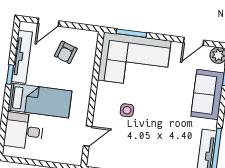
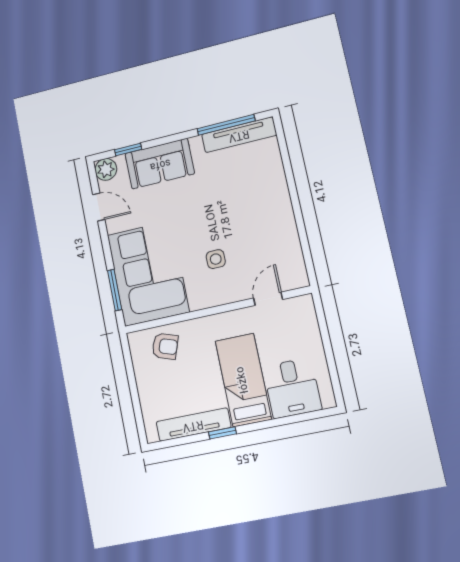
door: (48, 22) -> (136, 404), removed
armchair: (66, 52) -> (165, 346), moved
door: (88, 136) -> (268, 299), hinge flipped

